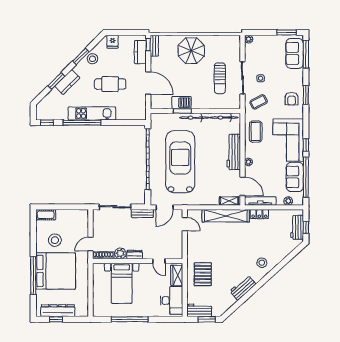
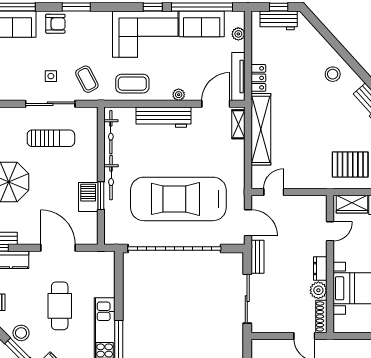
door: (148, 83) -> (58, 248), hinge flipped
armchair: (292, 99) -> (55, 24), moved

